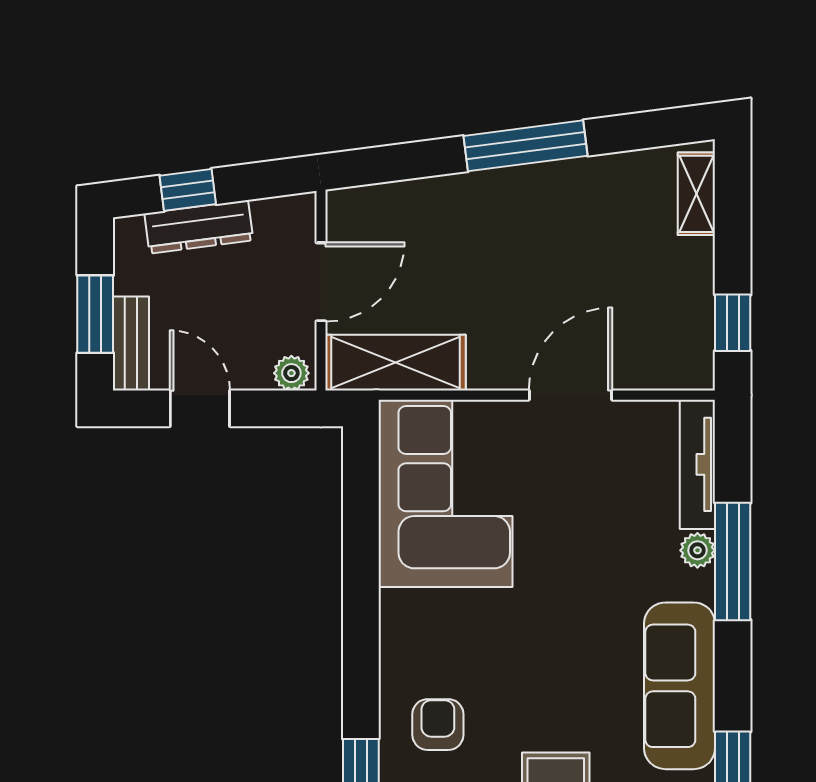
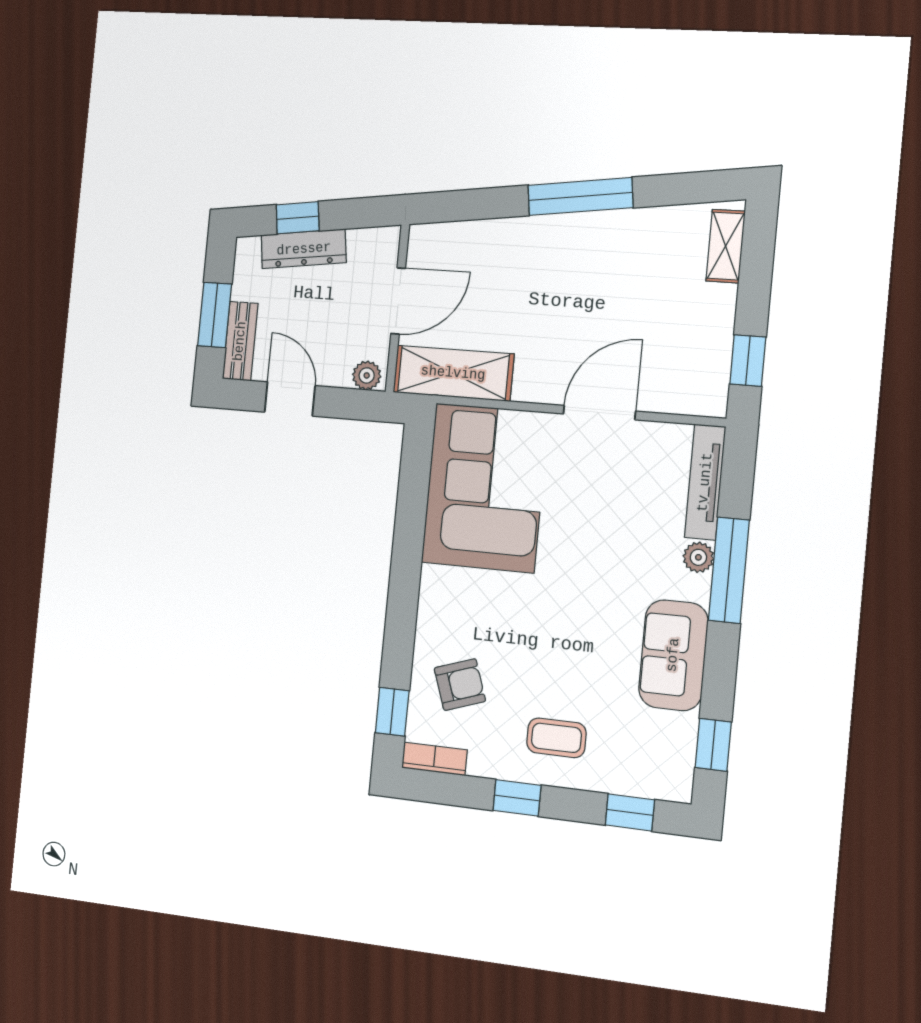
sofa: (680, 686) -> (673, 655), width x0.73
armchair: (438, 725) -> (460, 685), turned 71

